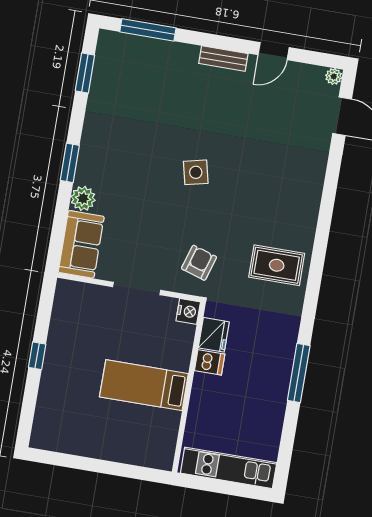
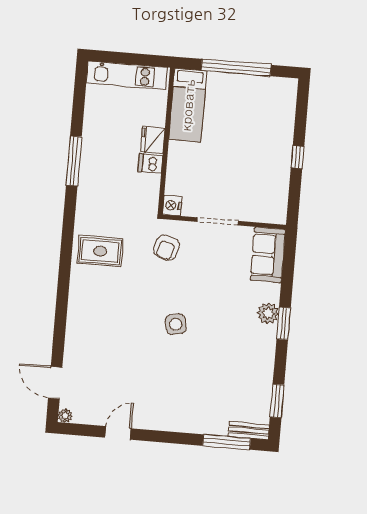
bench: (223, 59) -> (249, 431), moved
plant: (83, 198) -> (268, 313), moved
fridge: (214, 335) -> (153, 140), moved
bed: (144, 385) -> (188, 105), moved, turned 90
window: (100, 466) -> (236, 68), added

